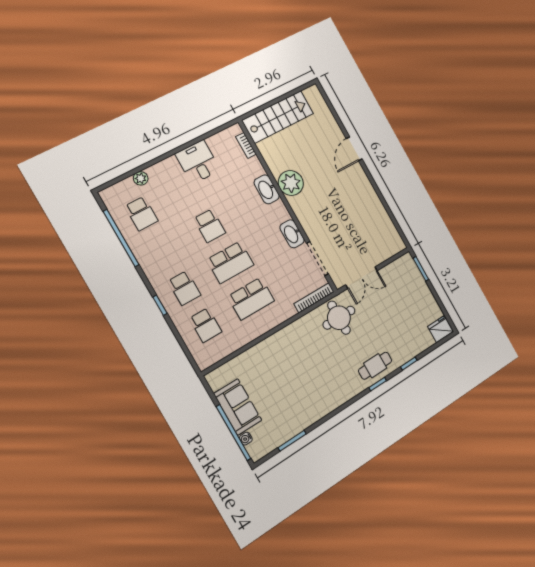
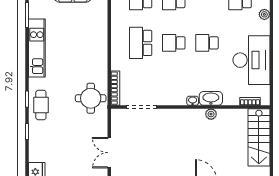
desk: (198, 162) -> (251, 60), width x1.87, depth x1.30
plant: (291, 183) -> (211, 114), width x0.53, depth x0.53
washbasin: (292, 234) -> (193, 101), moved, width x0.52, depth x0.69
school desk: (230, 262) -> (174, 43), width x0.54
double door: (361, 278) -> (109, 153), moved
kitchen unit: (321, 407) -> (37, 48), added

